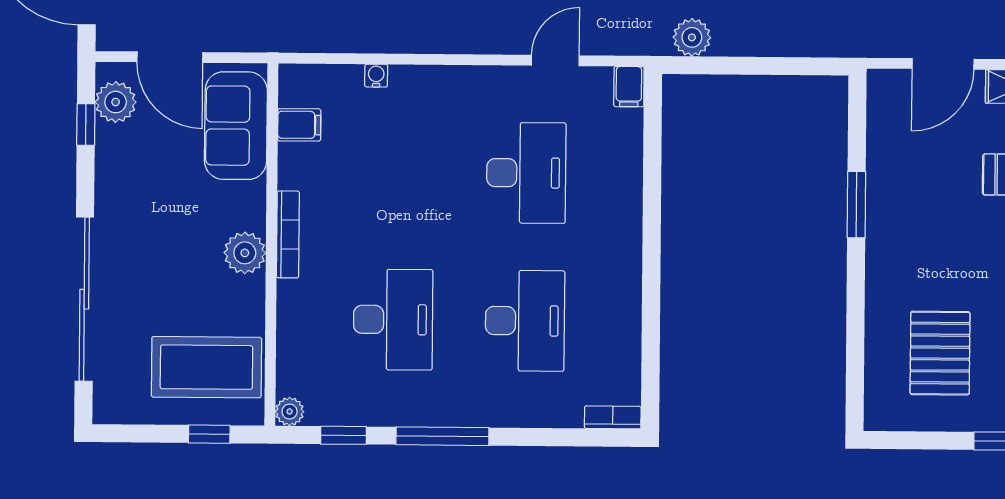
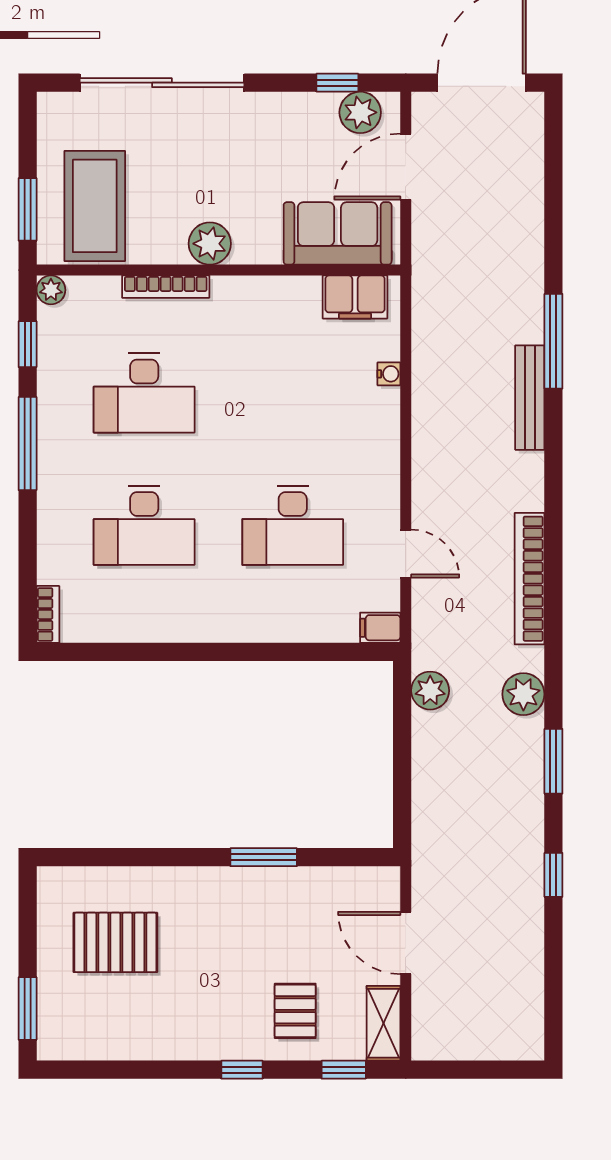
filing cabinet: (299, 125) -> (355, 297), width x2.00
bookcase: (288, 234) -> (166, 287), moved
window: (209, 434) -> (28, 209), width x1.50

